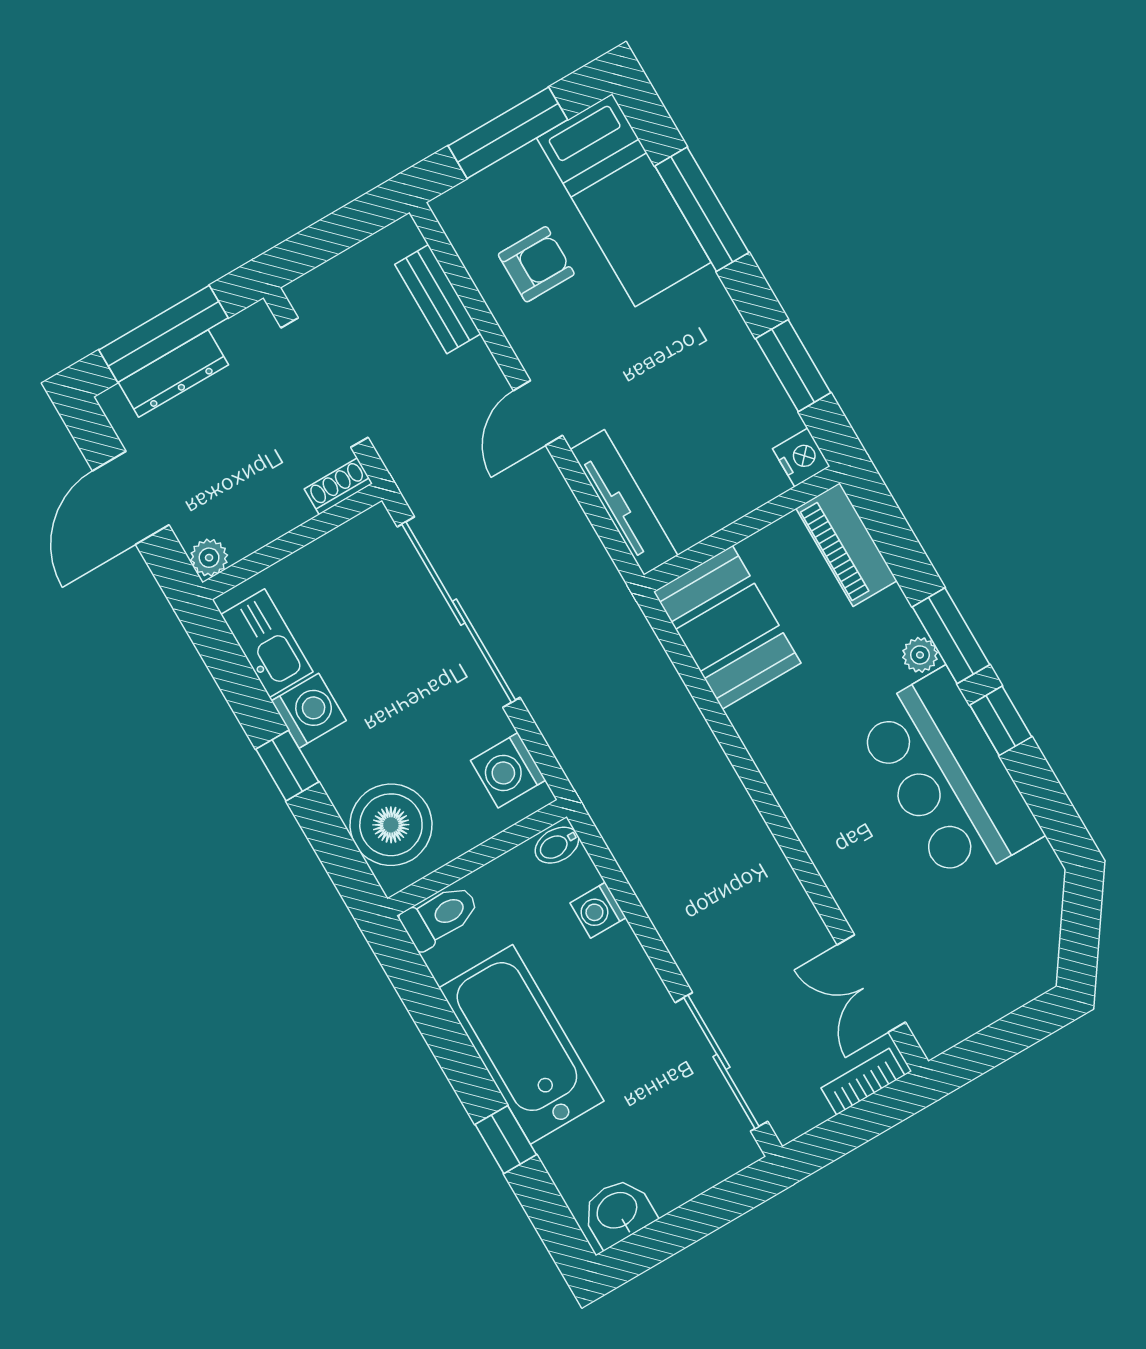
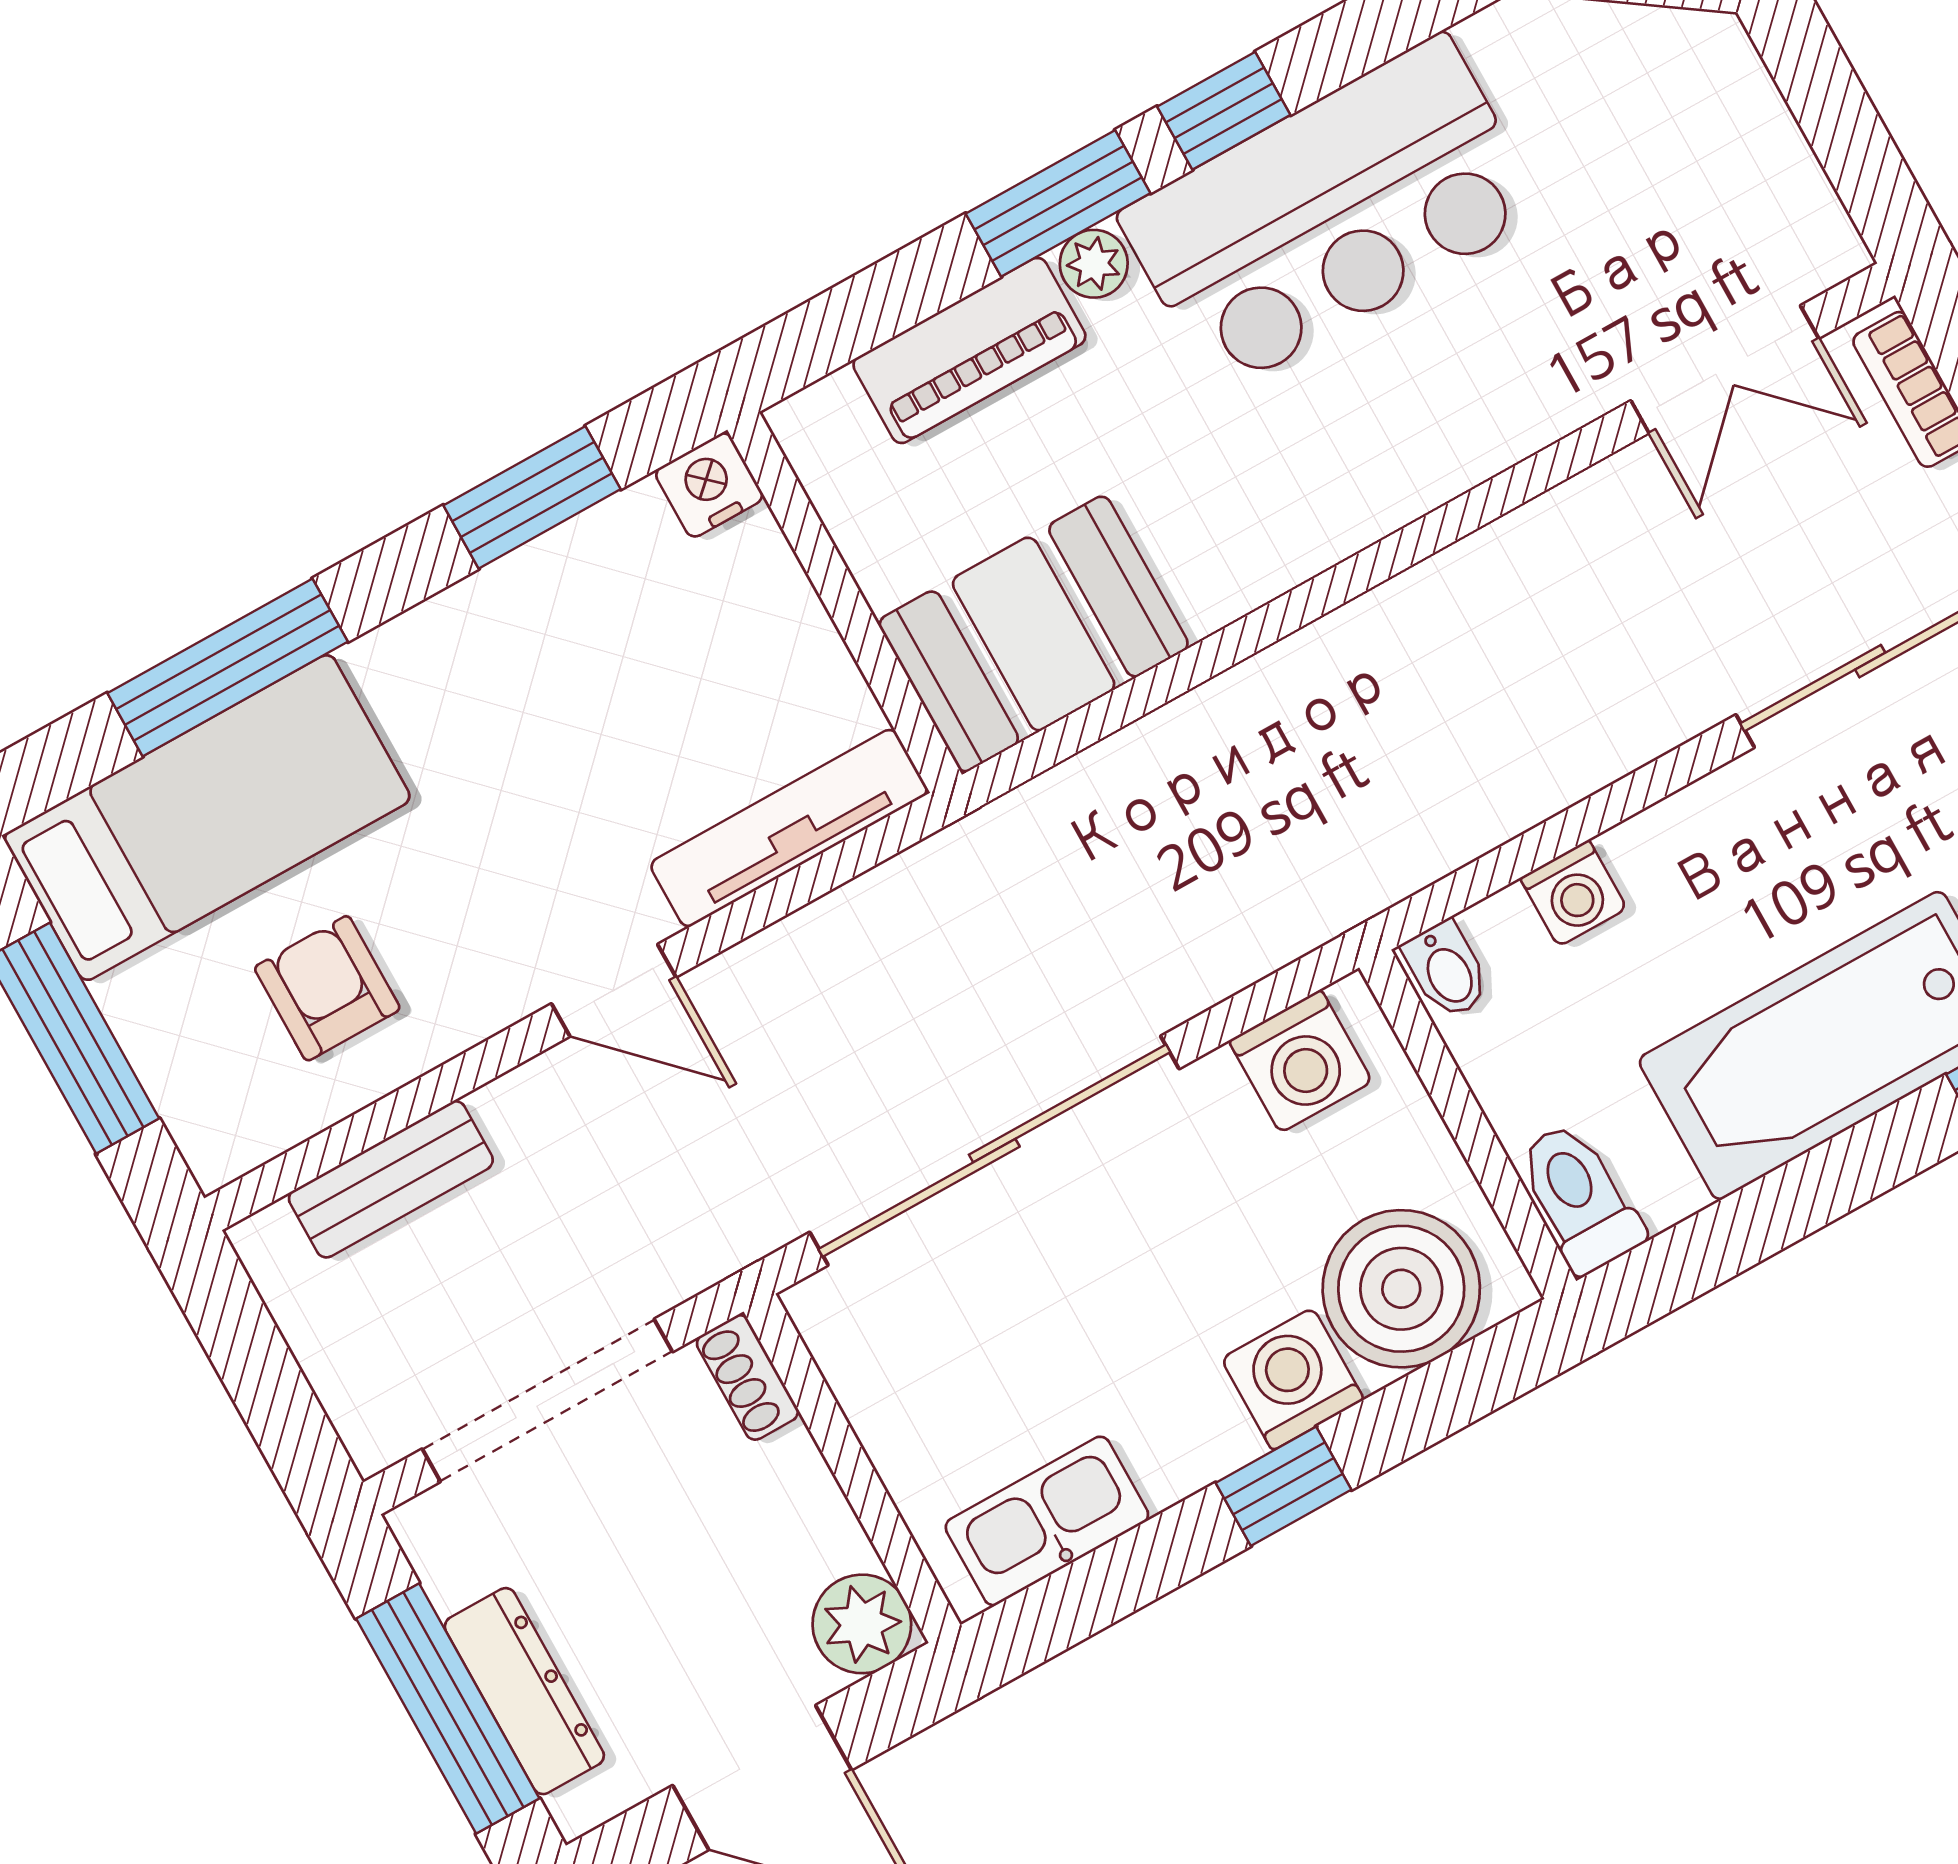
piano: (846, 545) -> (969, 351), moved
plant: (209, 558) -> (862, 1624), width x1.38, depth x1.38
washing machine: (309, 711) -> (1293, 1379), moved

